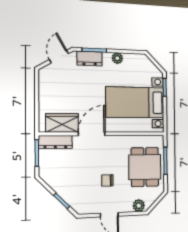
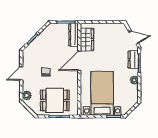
door: (92, 134) -> (79, 61), swing flipped

